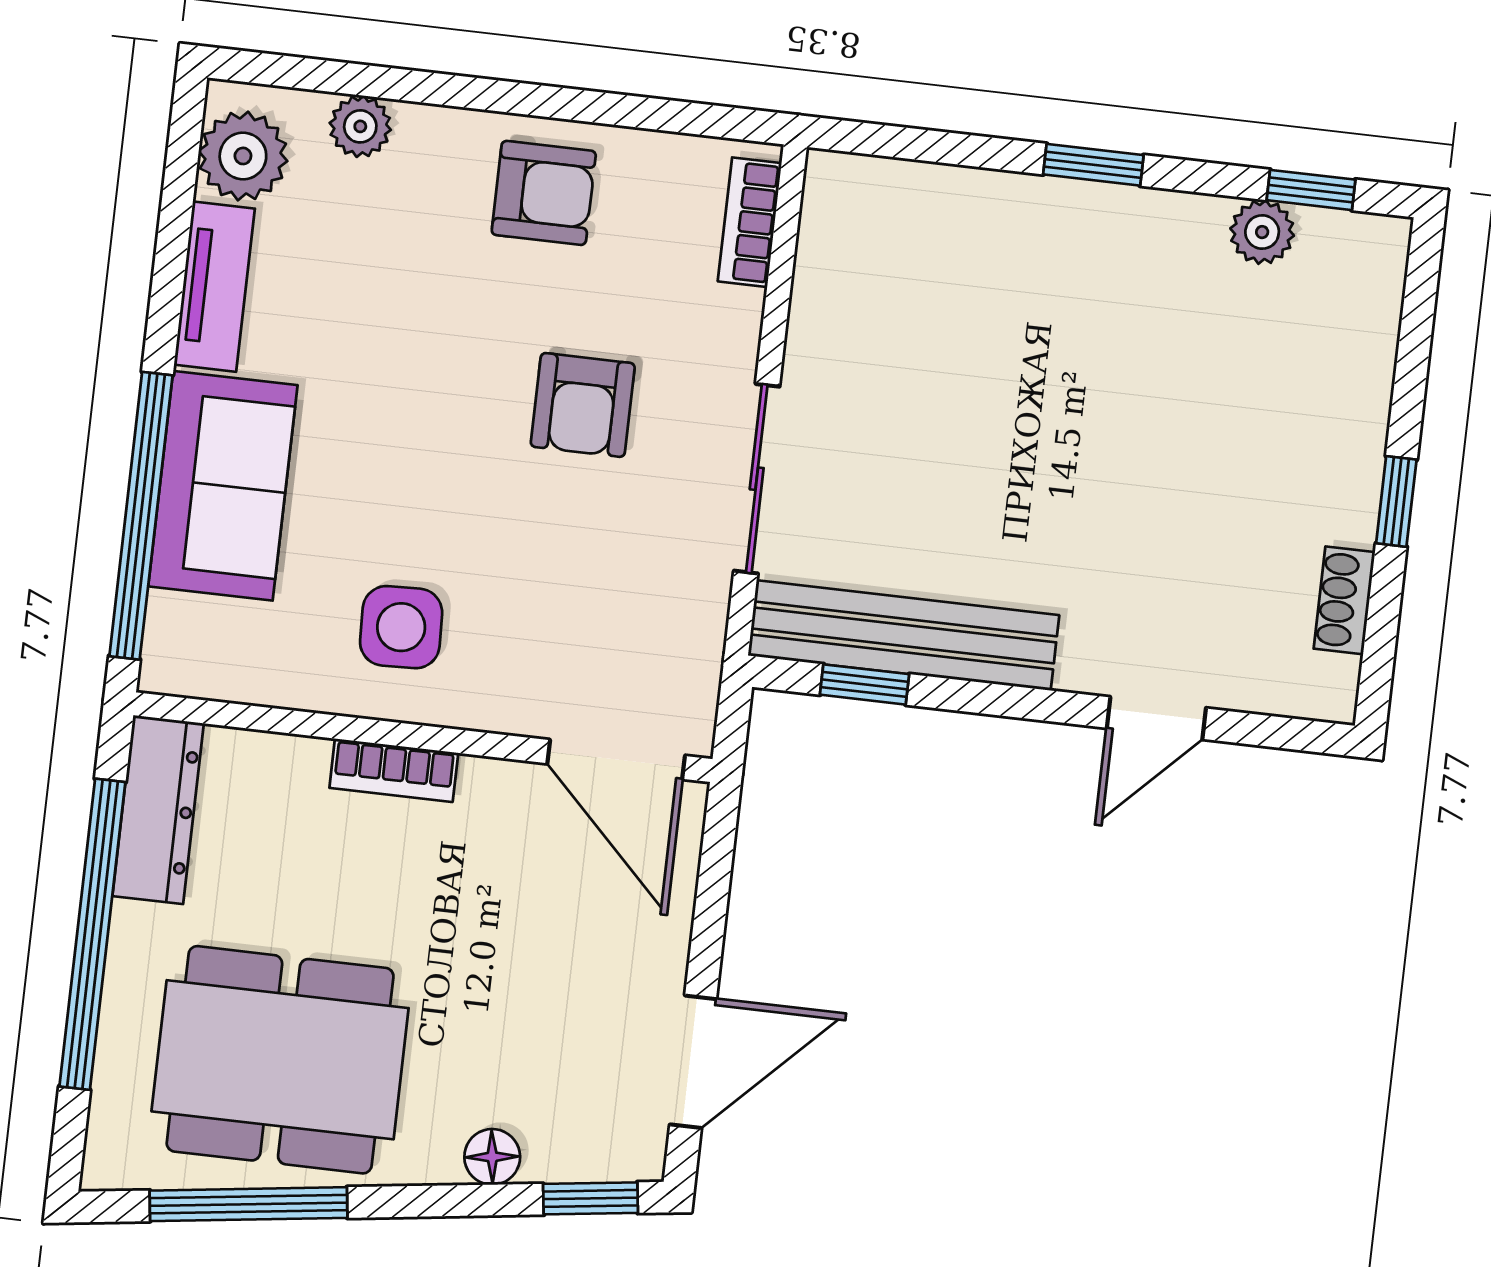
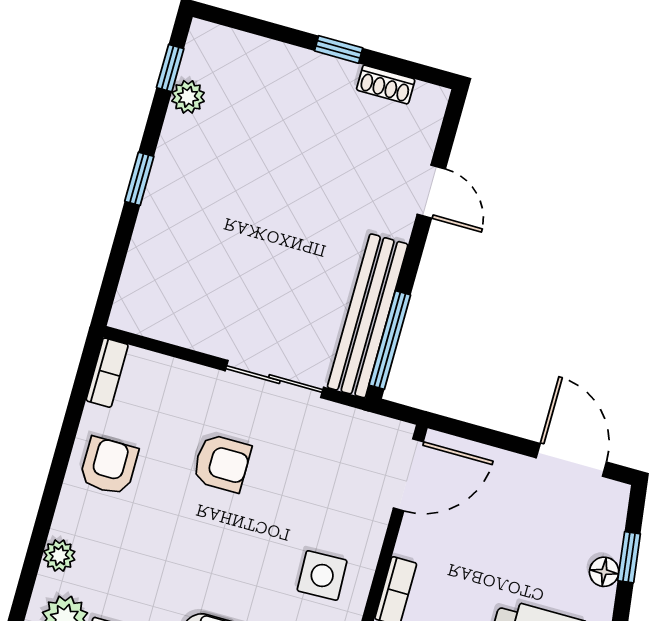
bookcase: (750, 222) -> (107, 373), moved, turned -90
window: (865, 684) -> (390, 340), width x2.17
window: (591, 1198) -> (629, 557), moved

